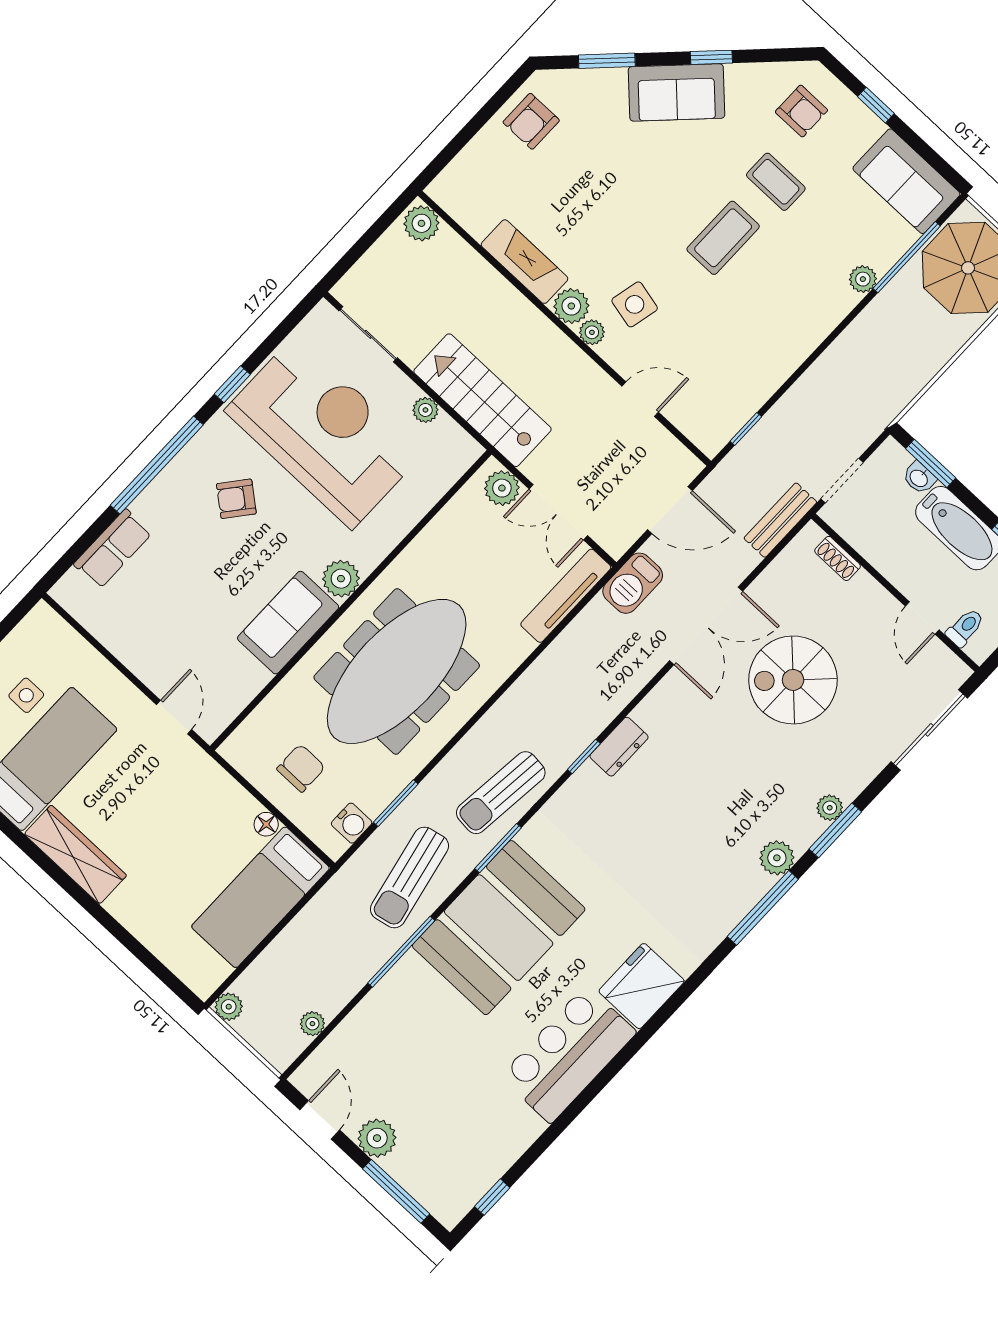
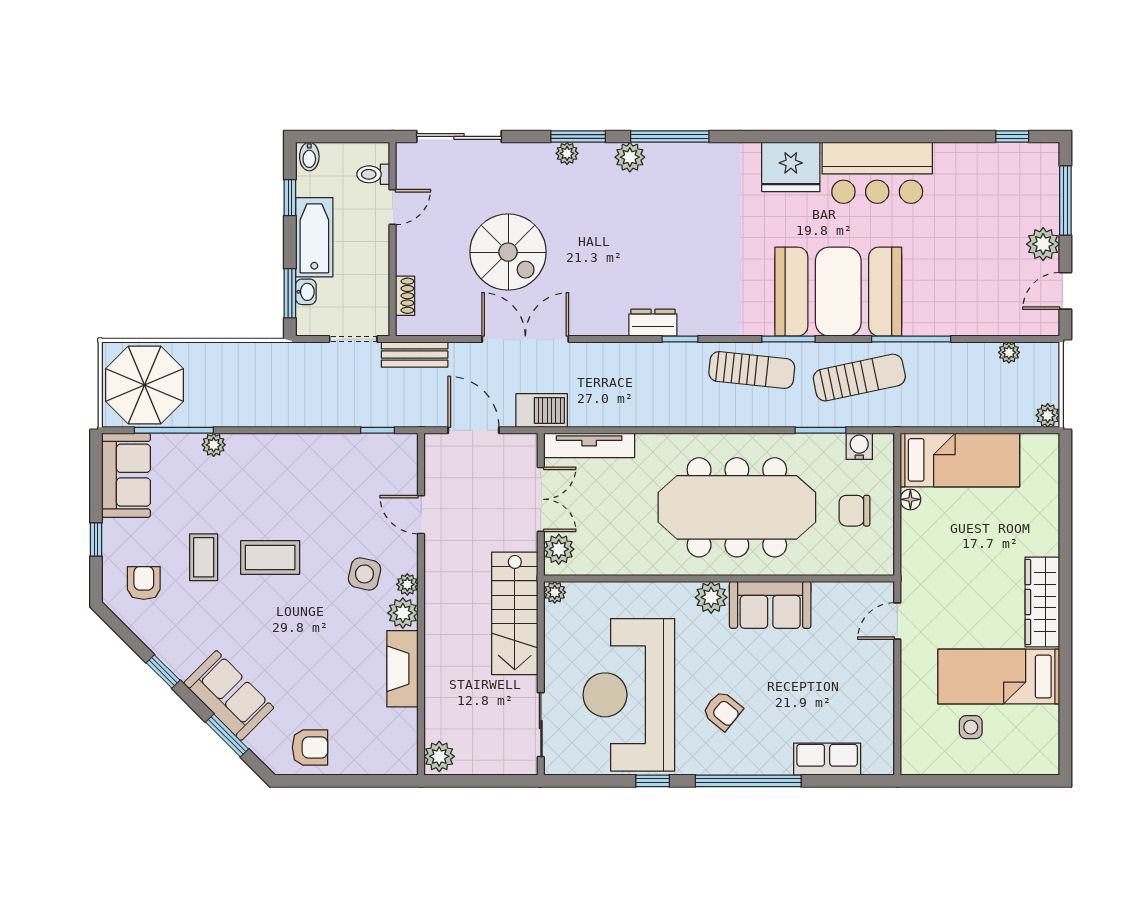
sofa: (677, 92) -> (229, 696), moved
plant: (425, 410) -> (555, 592), moved

